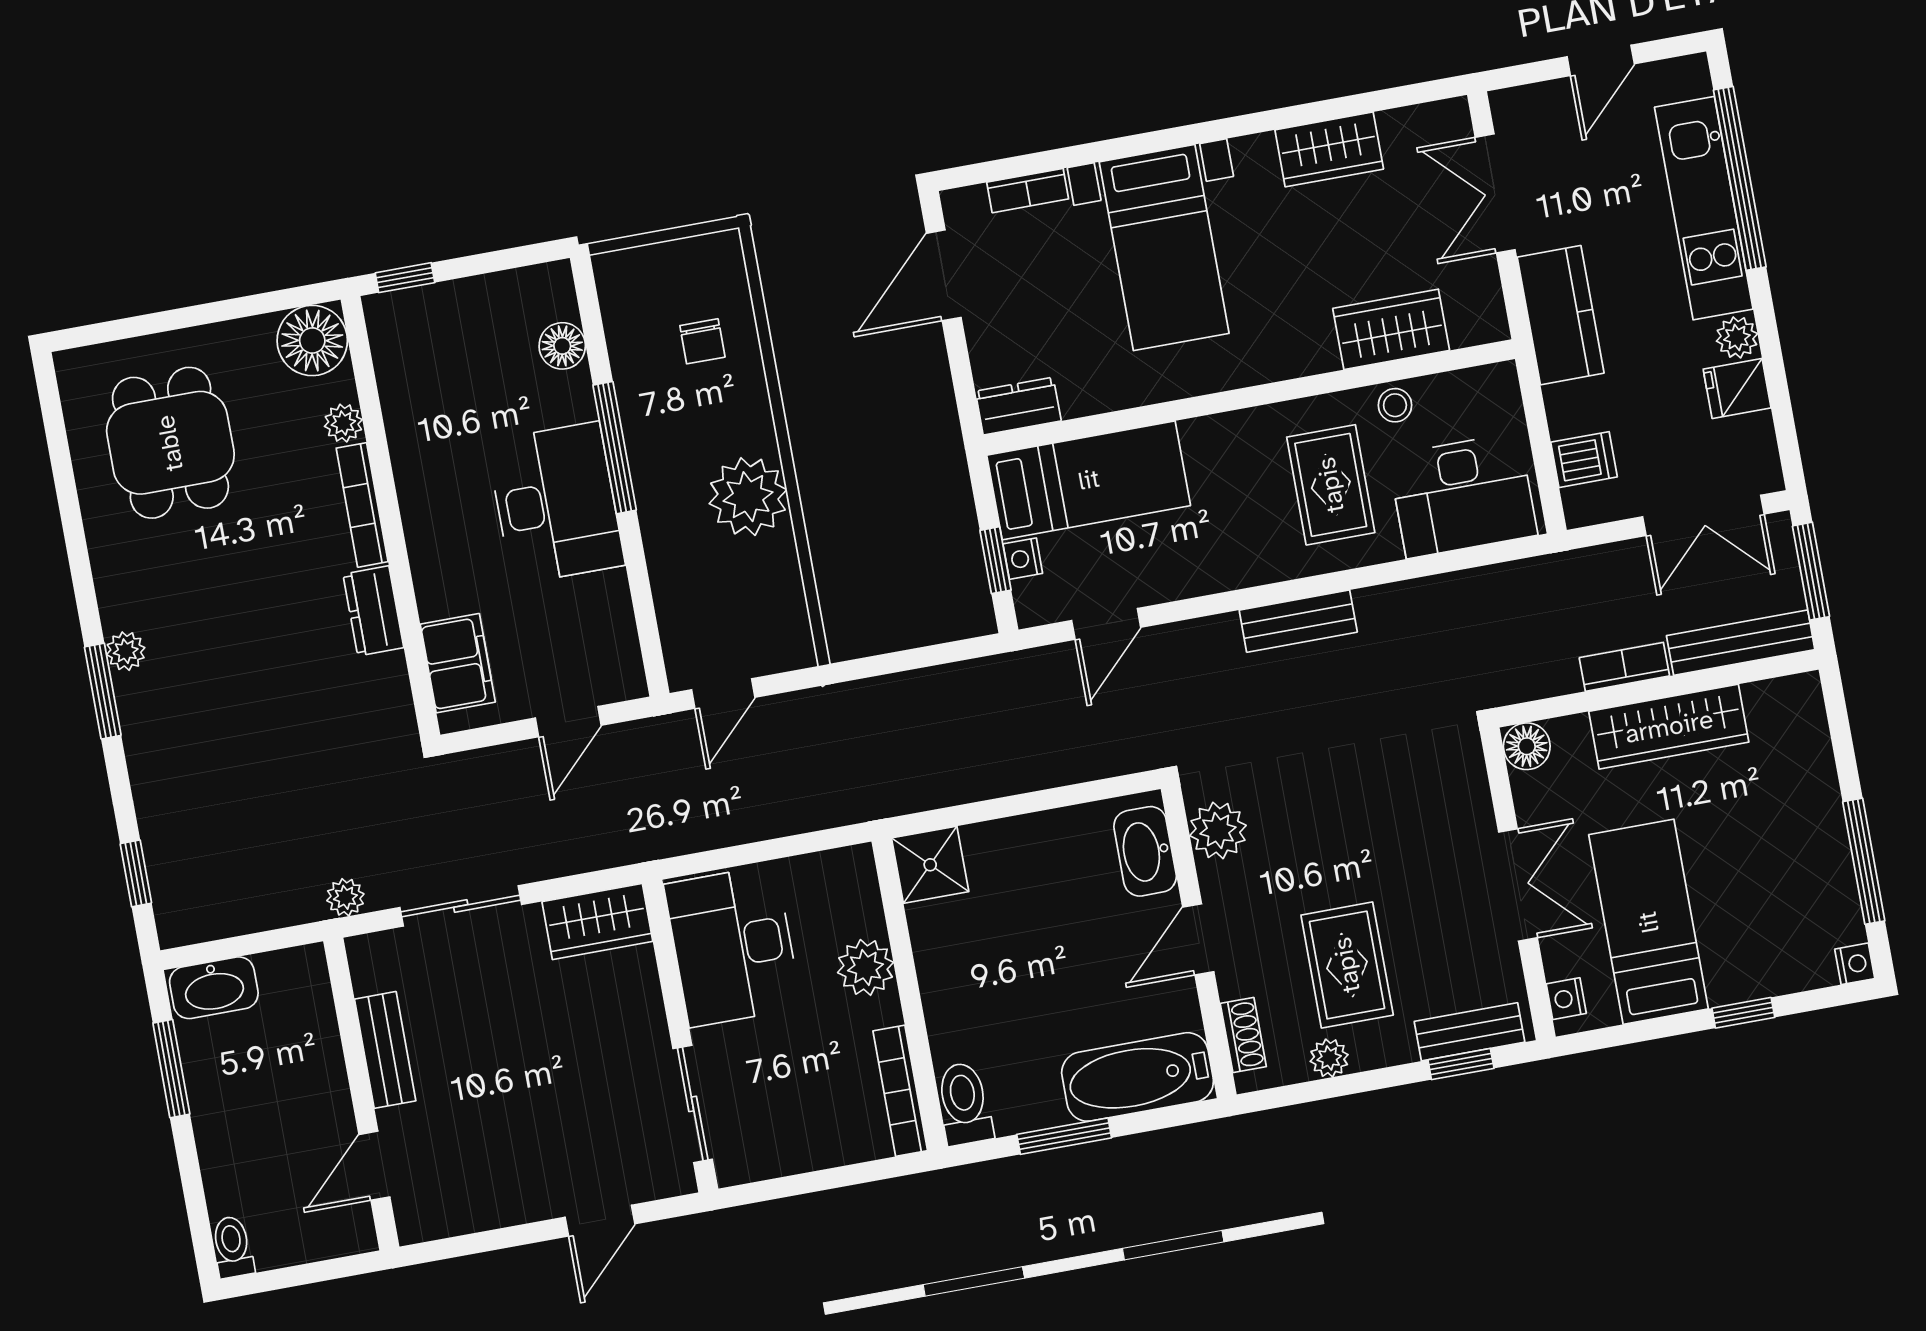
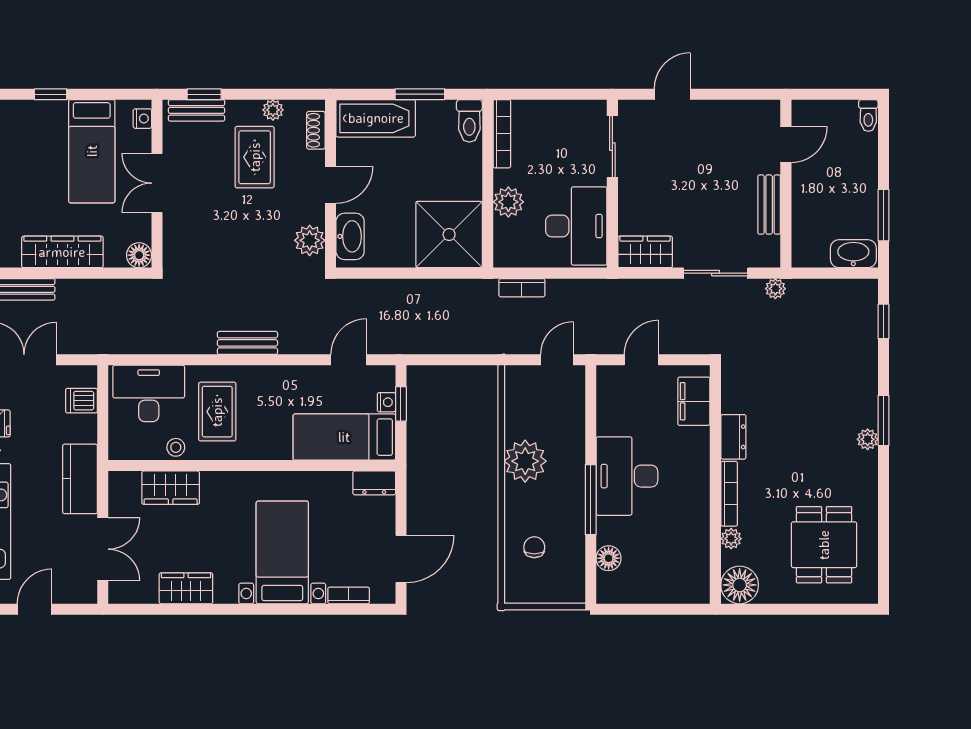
window: (405, 278) -> (685, 609), removed
bookcase: (1624, 667) -> (522, 288), moved
shower: (930, 865) -> (449, 234), width x1.86, depth x1.86

